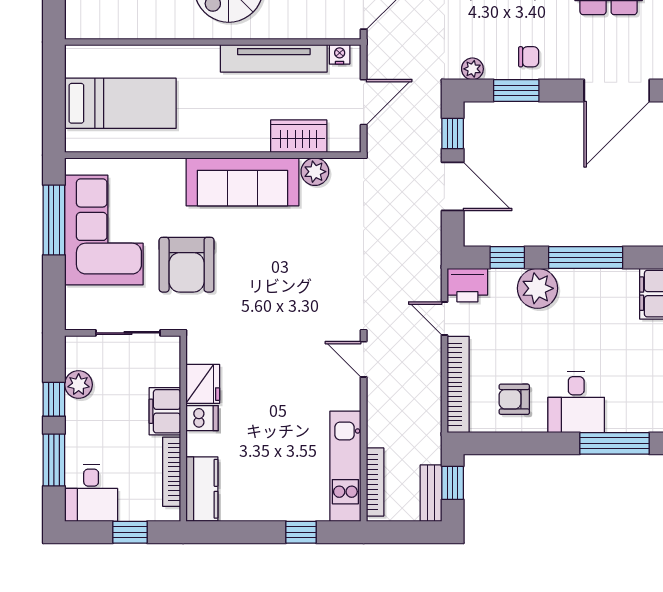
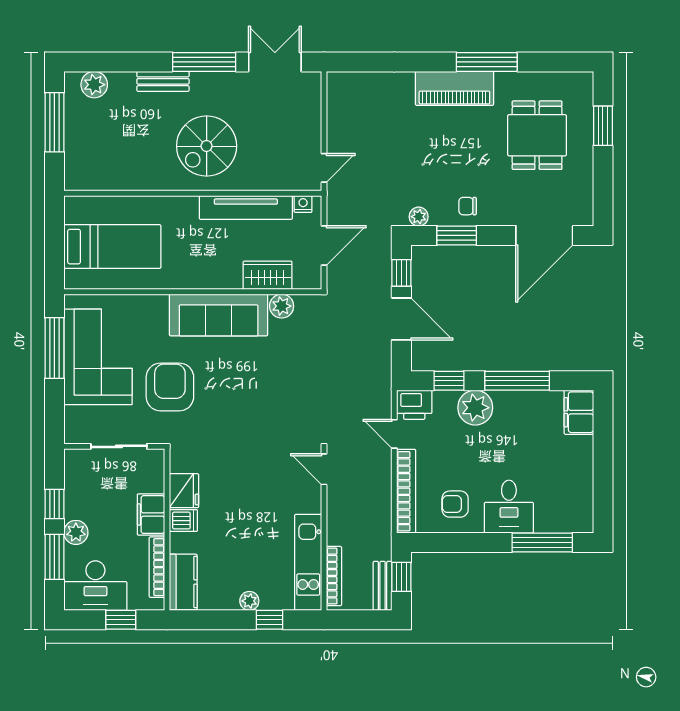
chair: (529, 57) -> (468, 206), turned 180
armchair: (187, 265) -> (170, 387), turned 180
plant: (79, 385) -> (76, 532), moved
desk: (91, 493) -> (95, 586), width x1.37
plant: (278, 511) -> (249, 601), added

